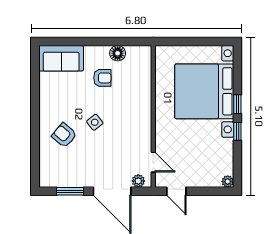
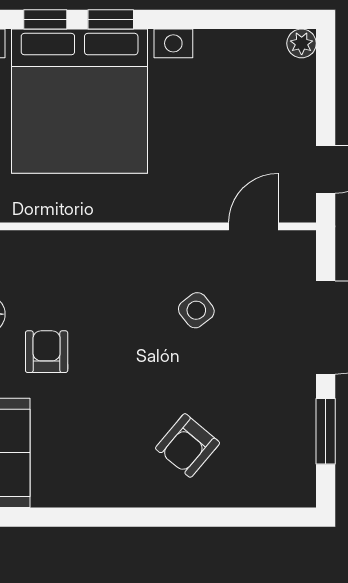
side table: (95, 122) -> (196, 310), moved
window: (237, 131) -> (45, 19), moved
plant: (138, 181) -> (300, 263), removed

